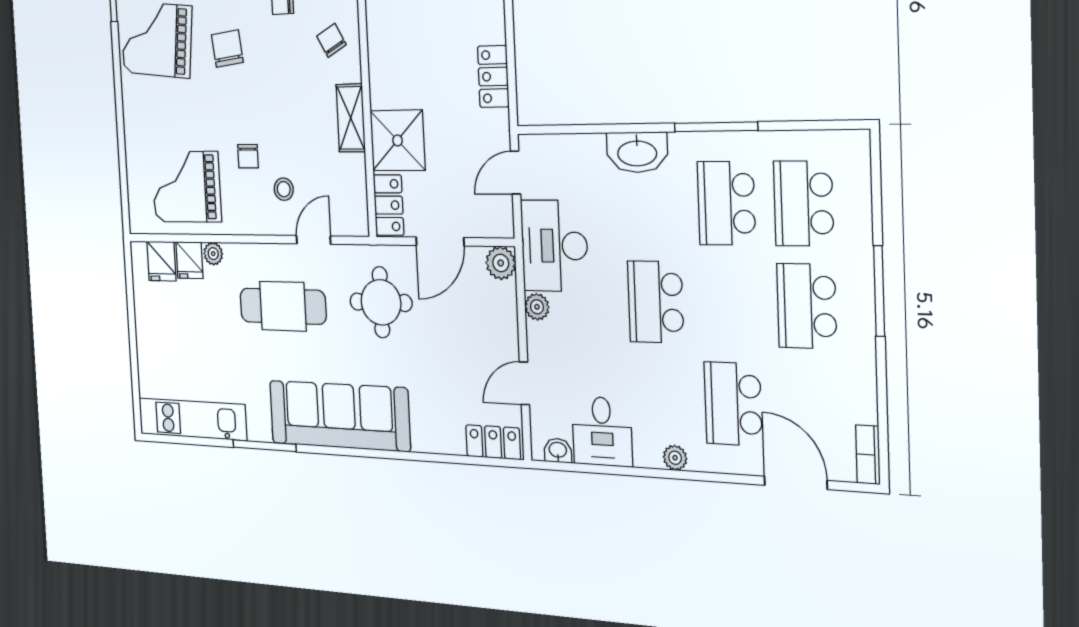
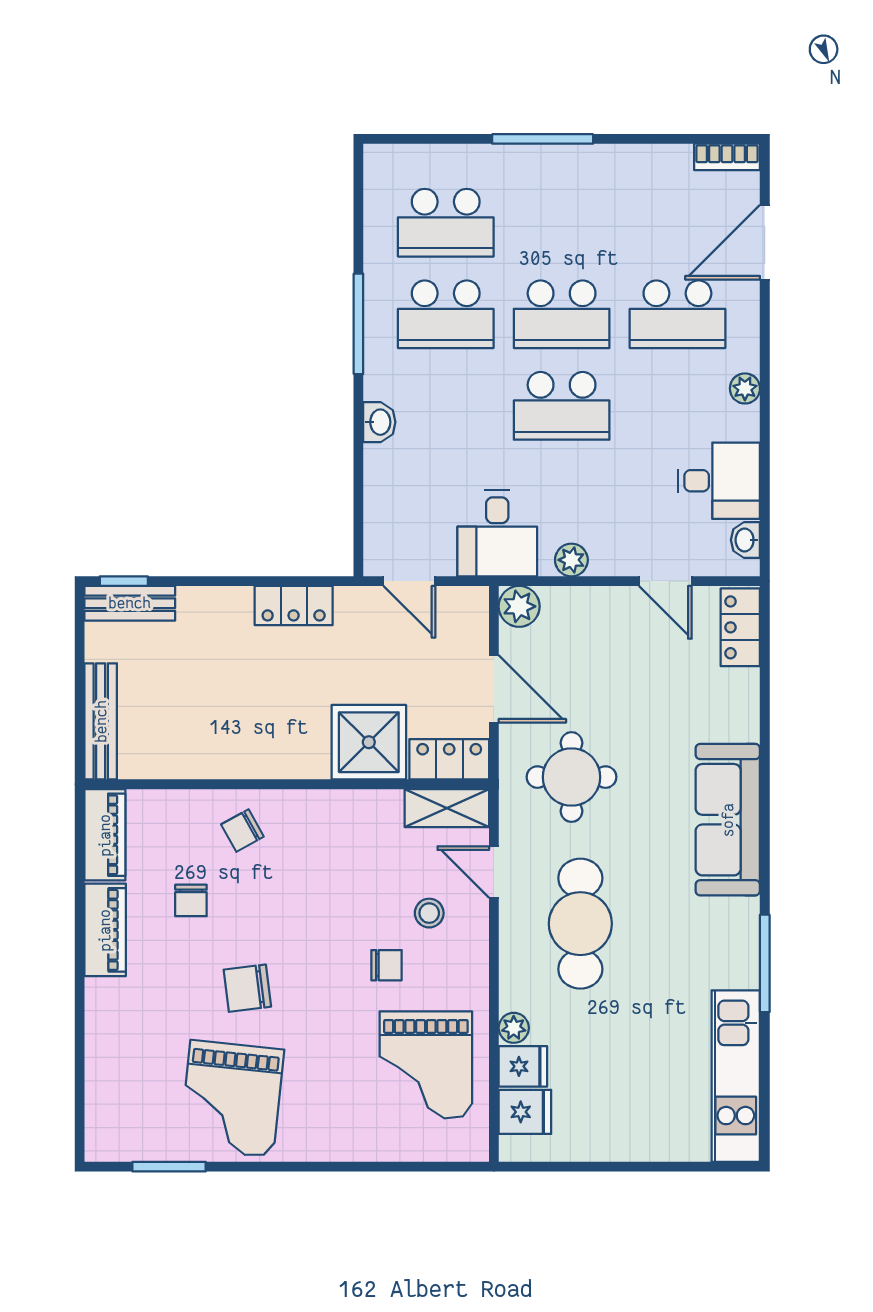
shelving: (351, 118) -> (447, 808), moved
washbasin: (637, 152) -> (379, 422), width x0.52, depth x0.69
desk: (554, 246) -> (497, 533), width x0.73
school desk: (807, 306) -> (562, 314), moved
sofa: (339, 416) -> (728, 820), width x0.74, depth x0.79

